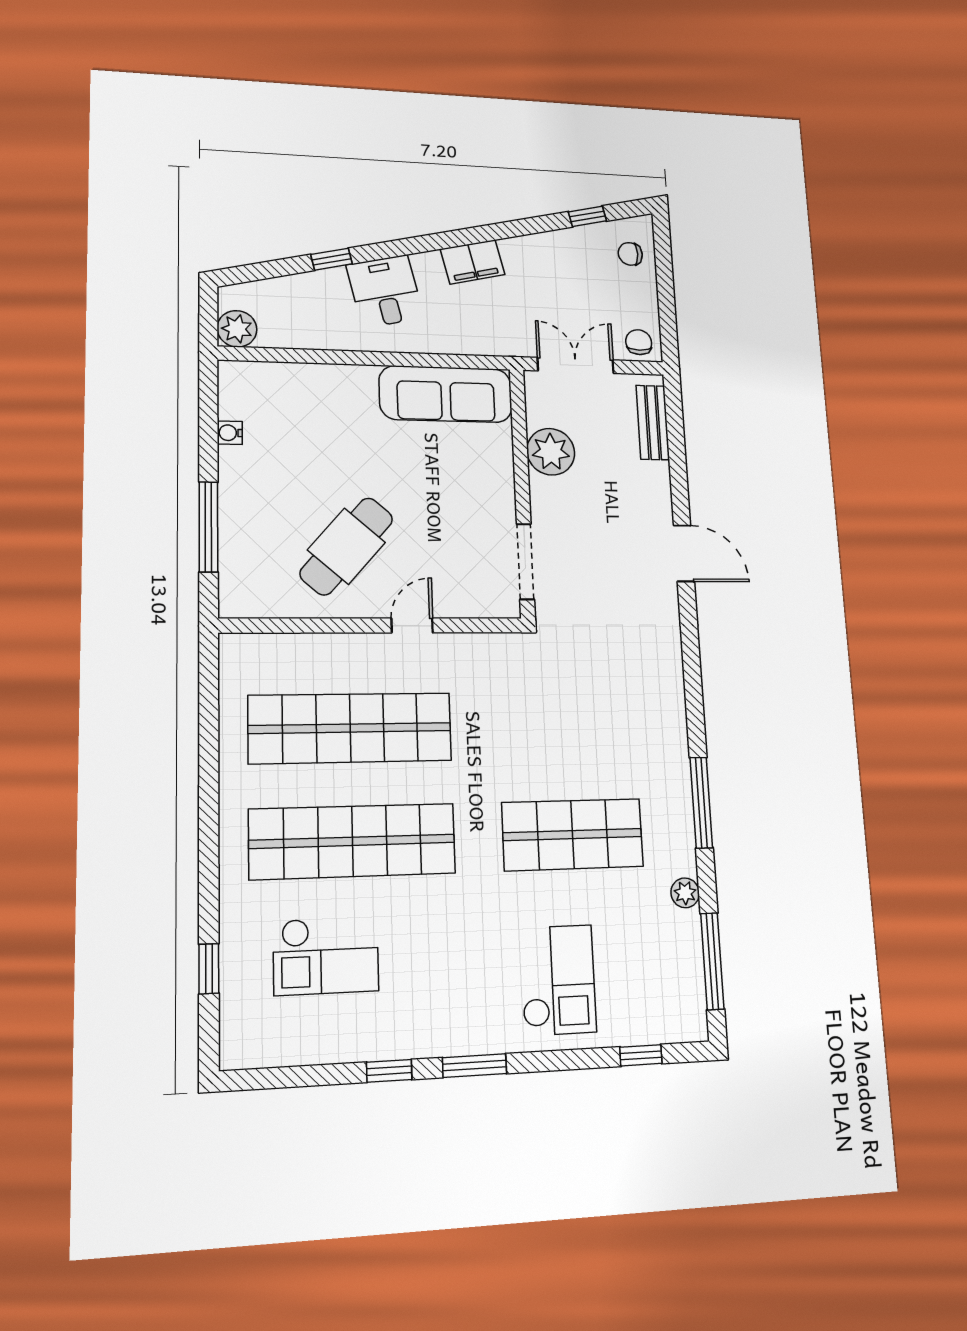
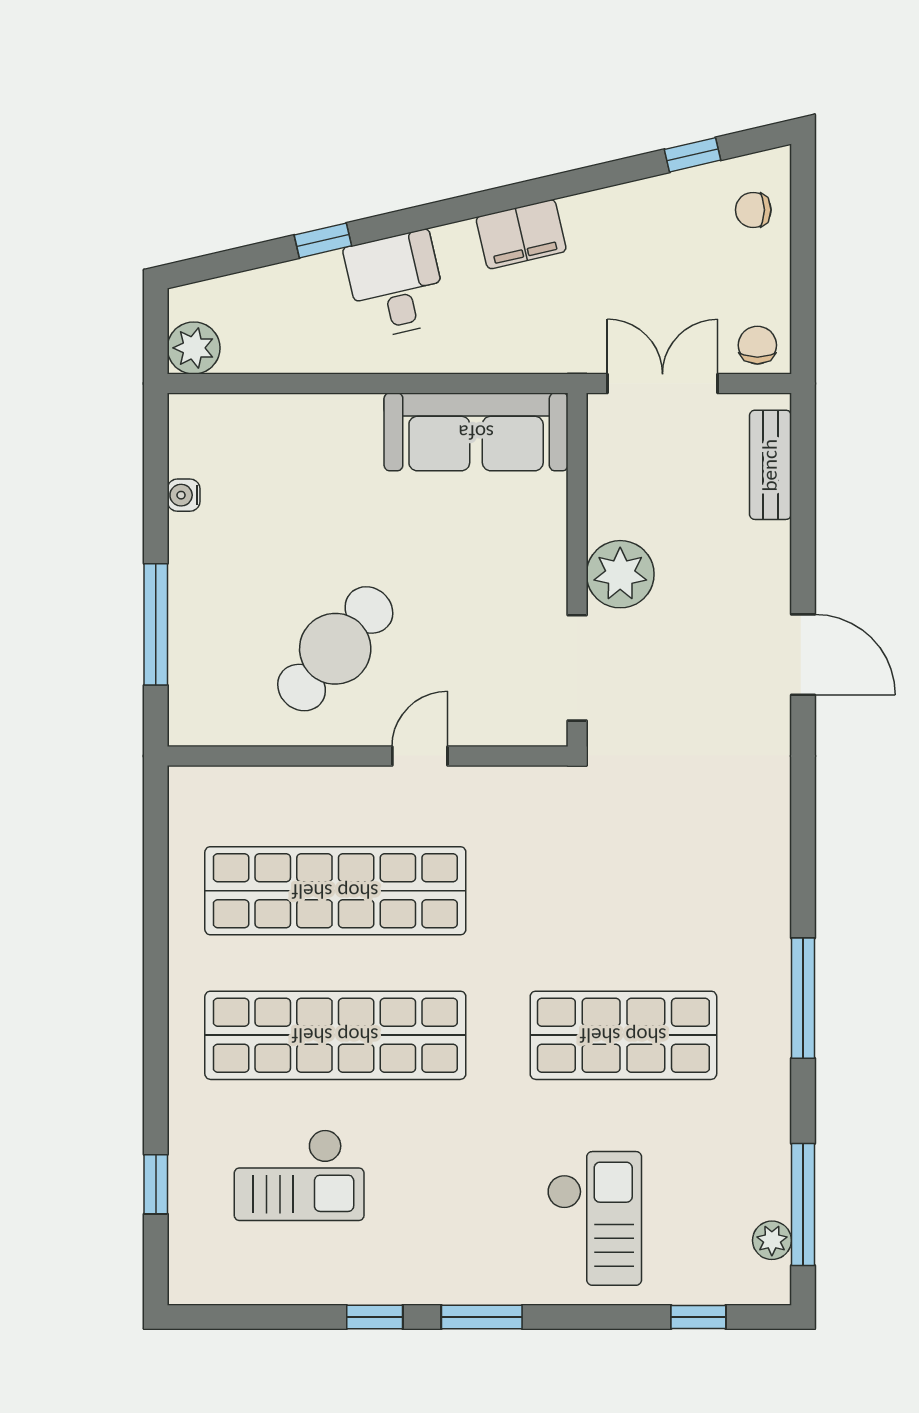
plant: (551, 452) -> (620, 574), moved
plant: (685, 893) -> (772, 1240), moved

